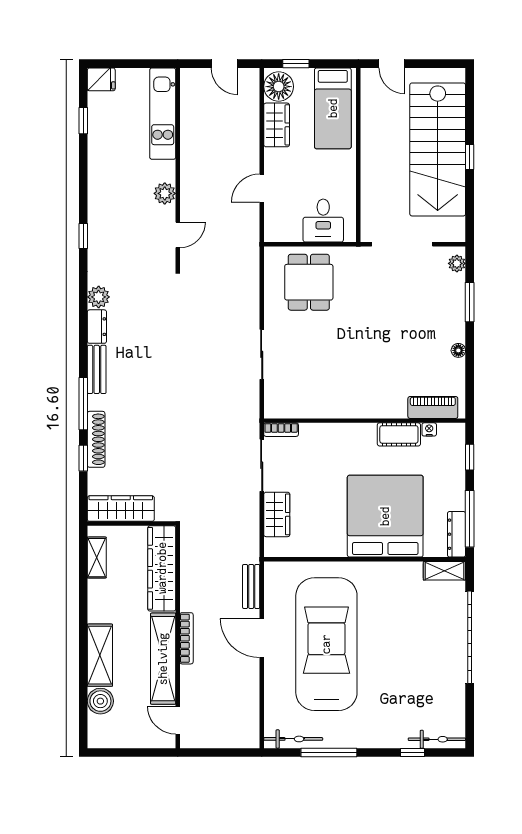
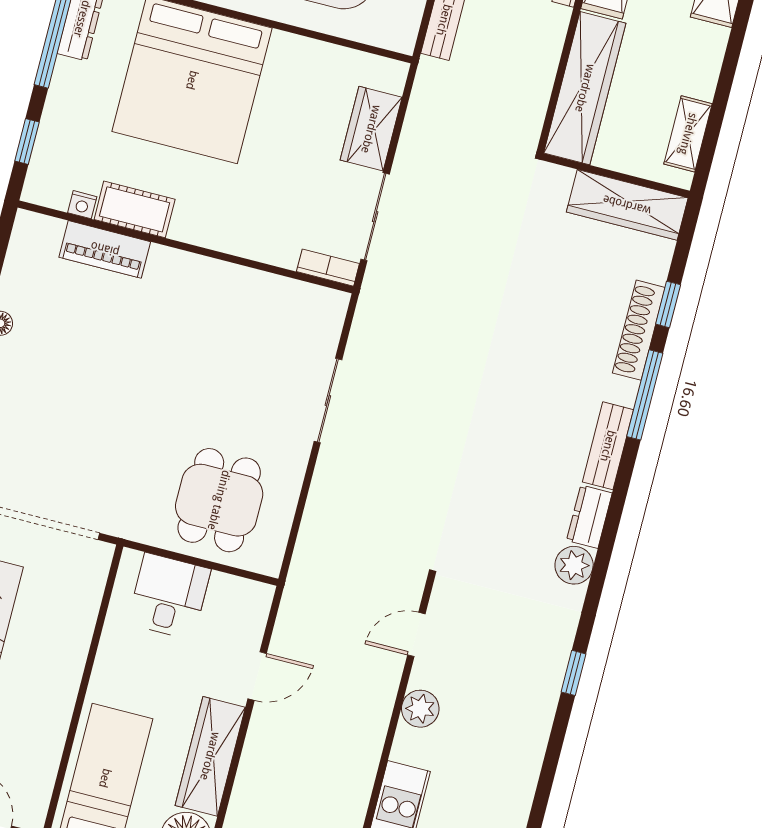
wardrobe: (277, 125) -> (210, 756), width x1.50
piano: (433, 407) -> (105, 249), moved

